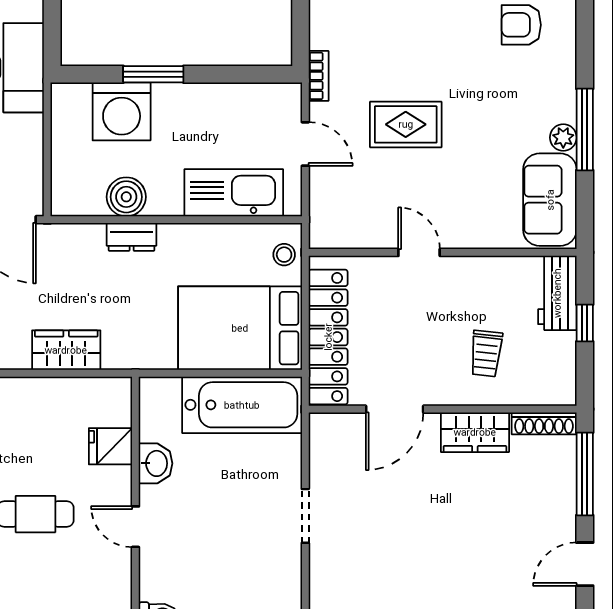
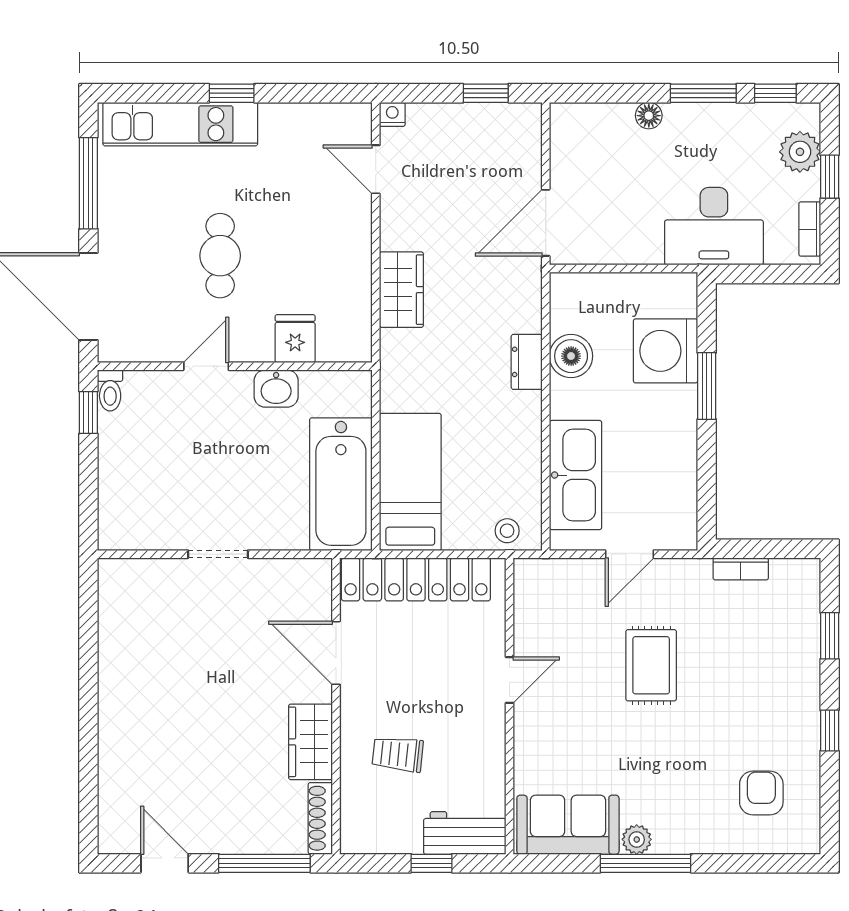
bookcase: (319, 76) -> (741, 569), moved
bed: (240, 328) -> (410, 482), width x0.67

